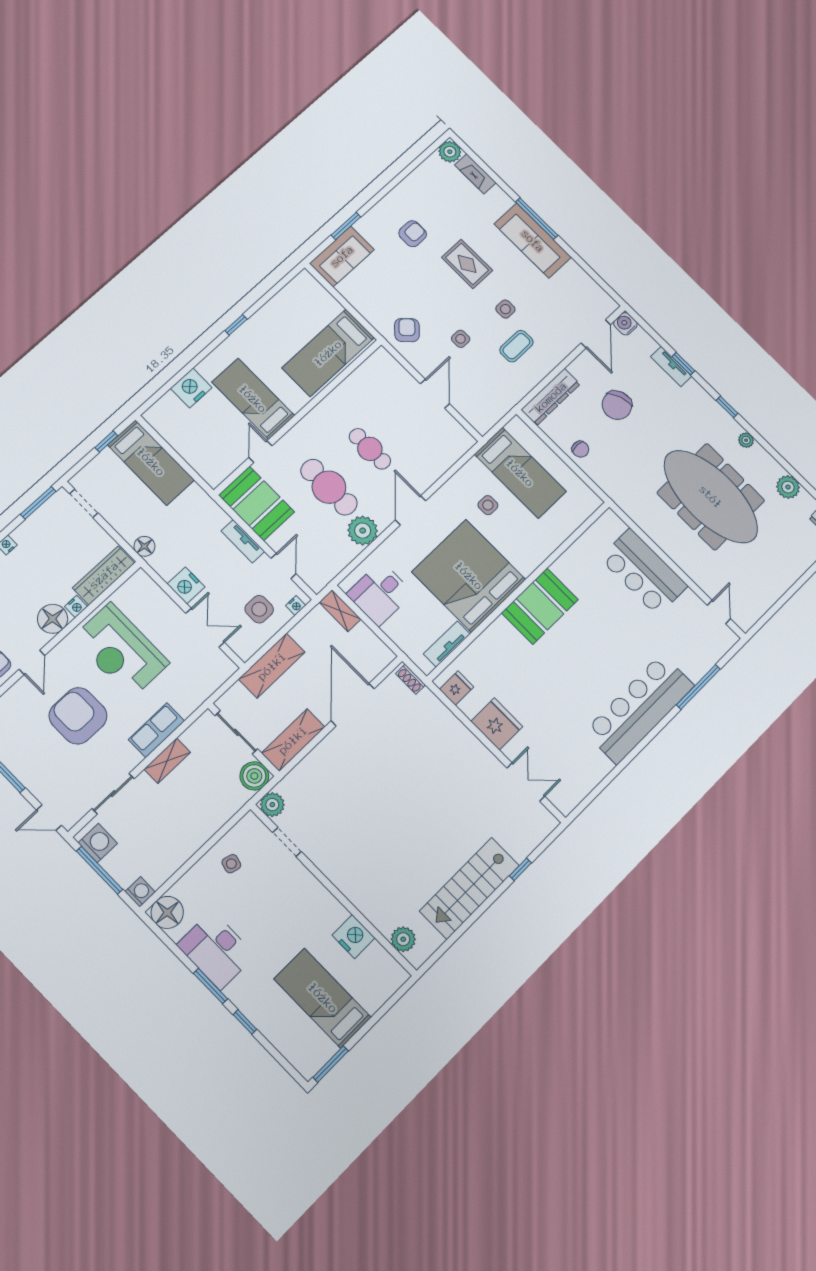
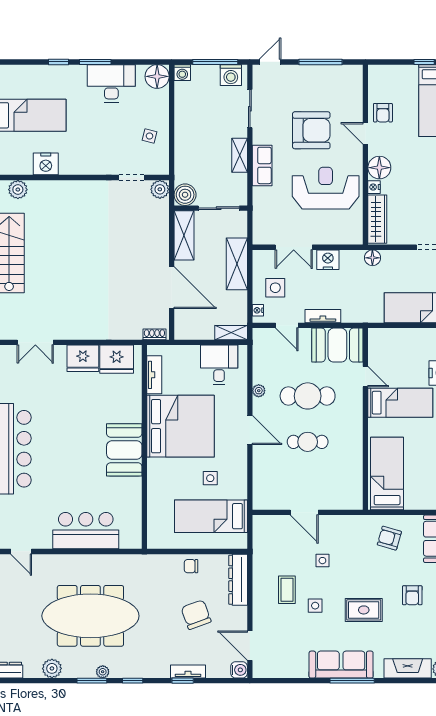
fireplace: (475, 174) -> (408, 668), width x1.37, depth x1.32
armchair: (407, 330) -> (389, 538), moved, turned 152
window: (763, 442) -> (92, 681), added
plant: (363, 531) -> (259, 391), width x0.53, depth x0.53
fridge: (457, 688) -> (117, 359), width x1.88, depth x1.34

